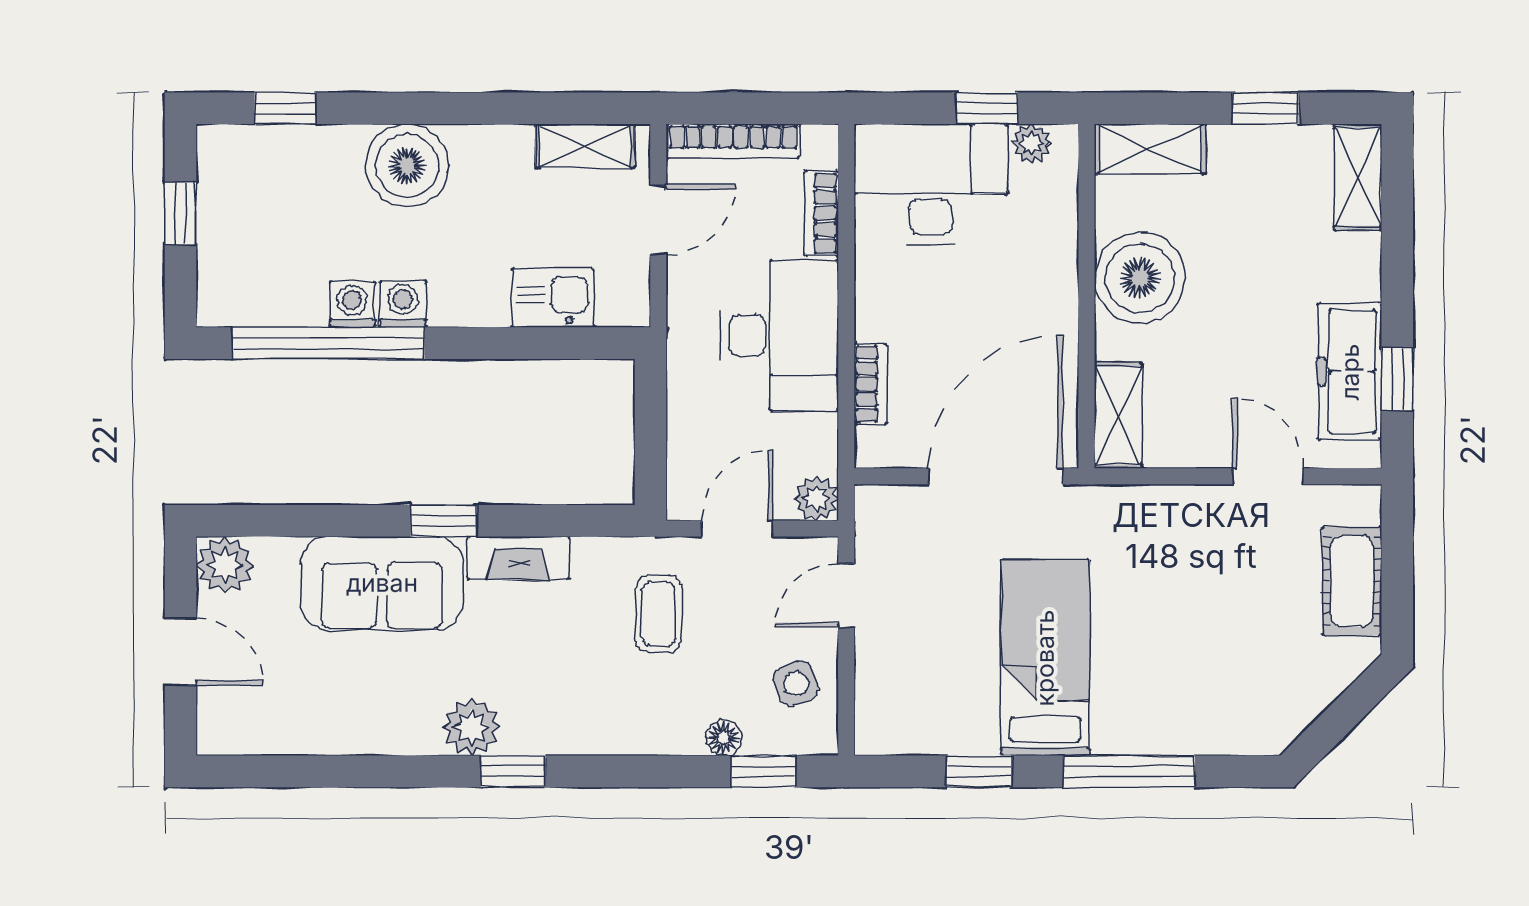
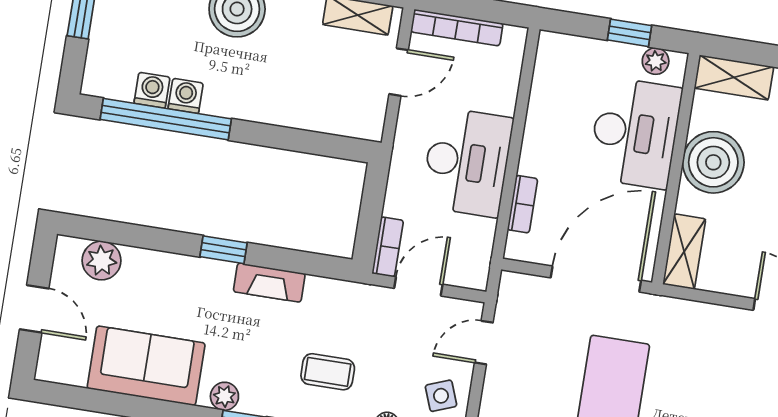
desk: (931, 184) -> (635, 133), moved, turned 90
bookcase: (821, 213) -> (388, 247), moved, turned 180
kitchen sink: (553, 298) -> (320, 113), removed
washing machine: (403, 304) -> (152, 90), moved
plant: (816, 498) -> (474, 275), removed
plant: (225, 565) -> (102, 261), moved
sofa: (382, 583) -> (146, 366), moved, turned 180
coffee table: (659, 614) -> (328, 372), moved, turned 90
plant: (472, 727) -> (224, 396), width x0.73, depth x0.73

